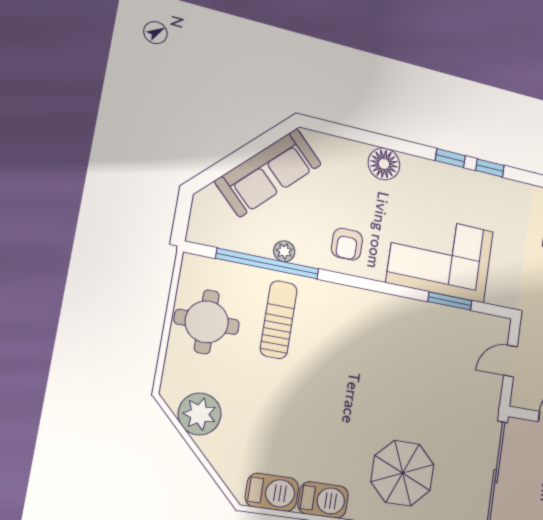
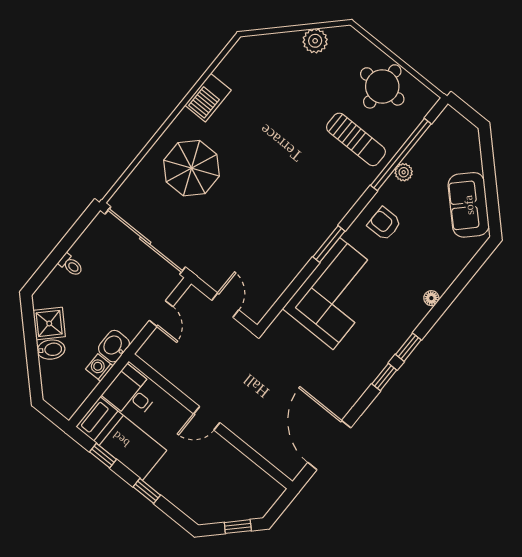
floor lamp: (384, 164) -> (431, 298), width x0.53, depth x0.53
sofa: (269, 173) -> (469, 205), width x0.73
window: (450, 301) -> (329, 244), moved
plant: (200, 414) -> (315, 41), width x0.73, depth x0.73
barbecue: (272, 492) -> (236, 64), removed

